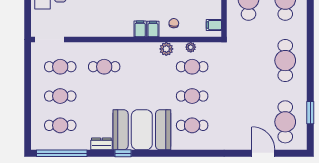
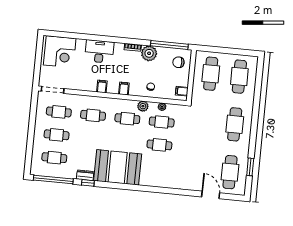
filing cabinet: (153, 29) -> (102, 87), moved
cafe table: (192, 125) -> (127, 119), moved
window: (123, 153) -> (88, 183), moved

